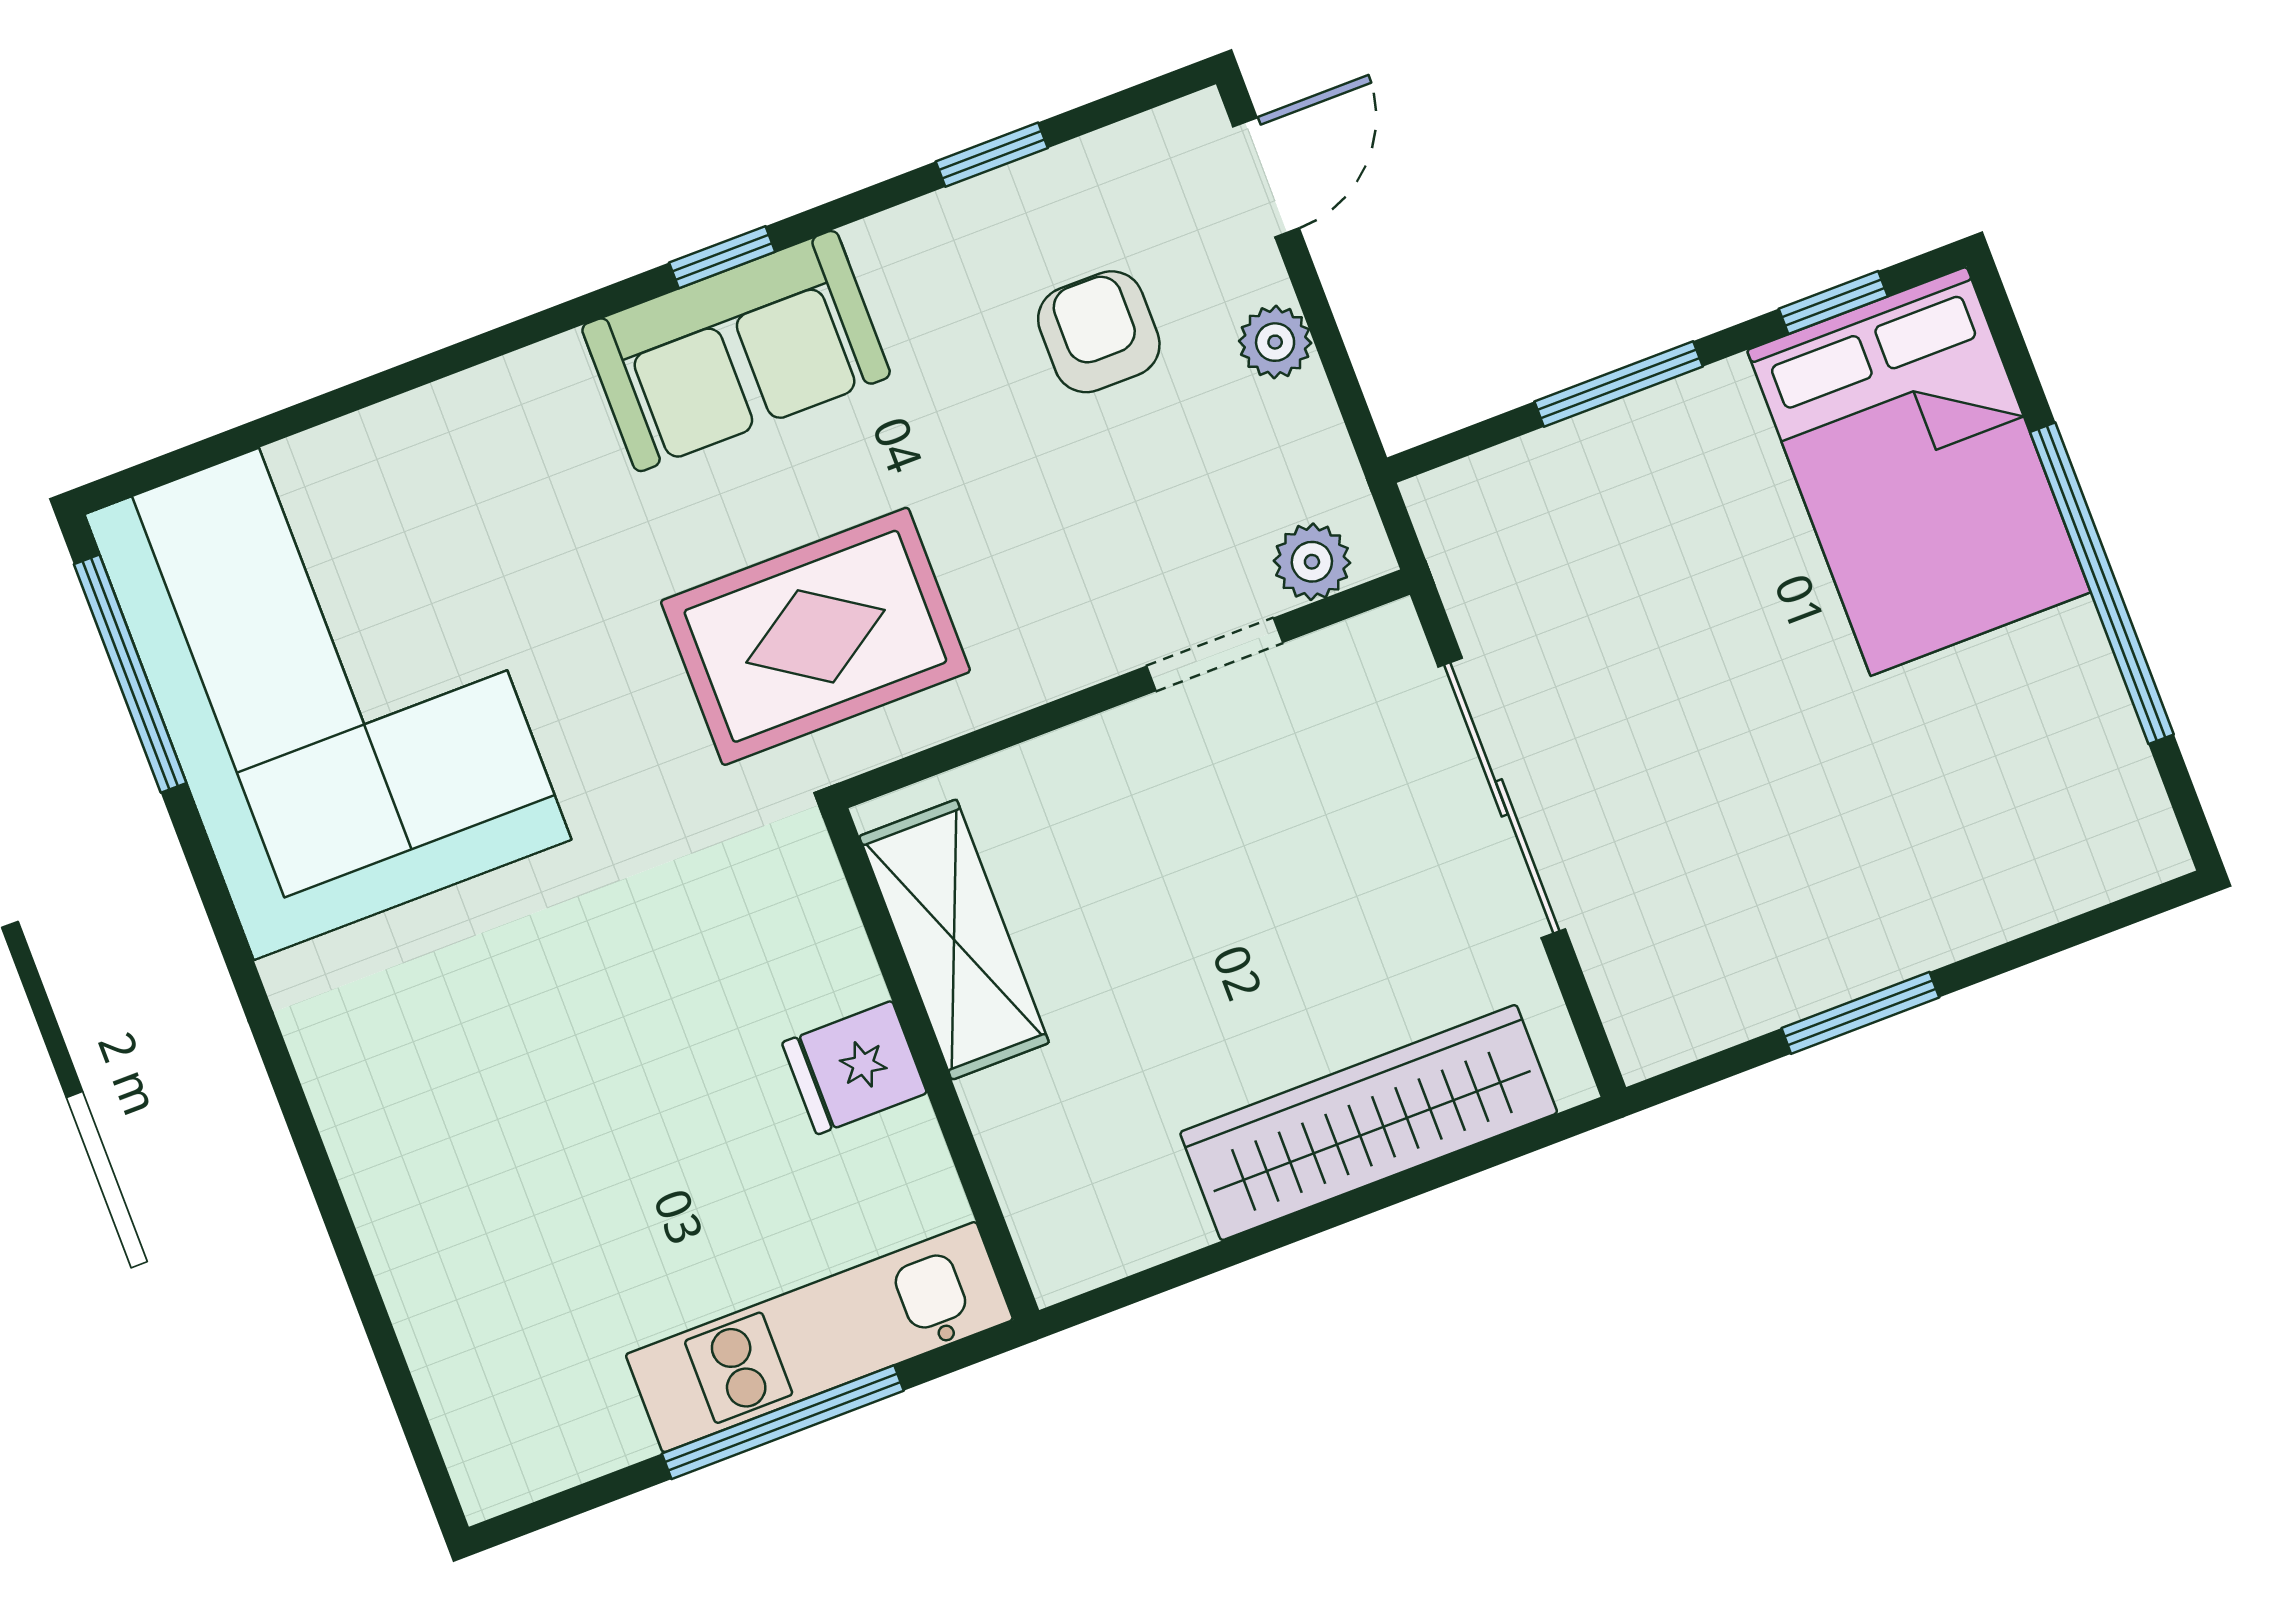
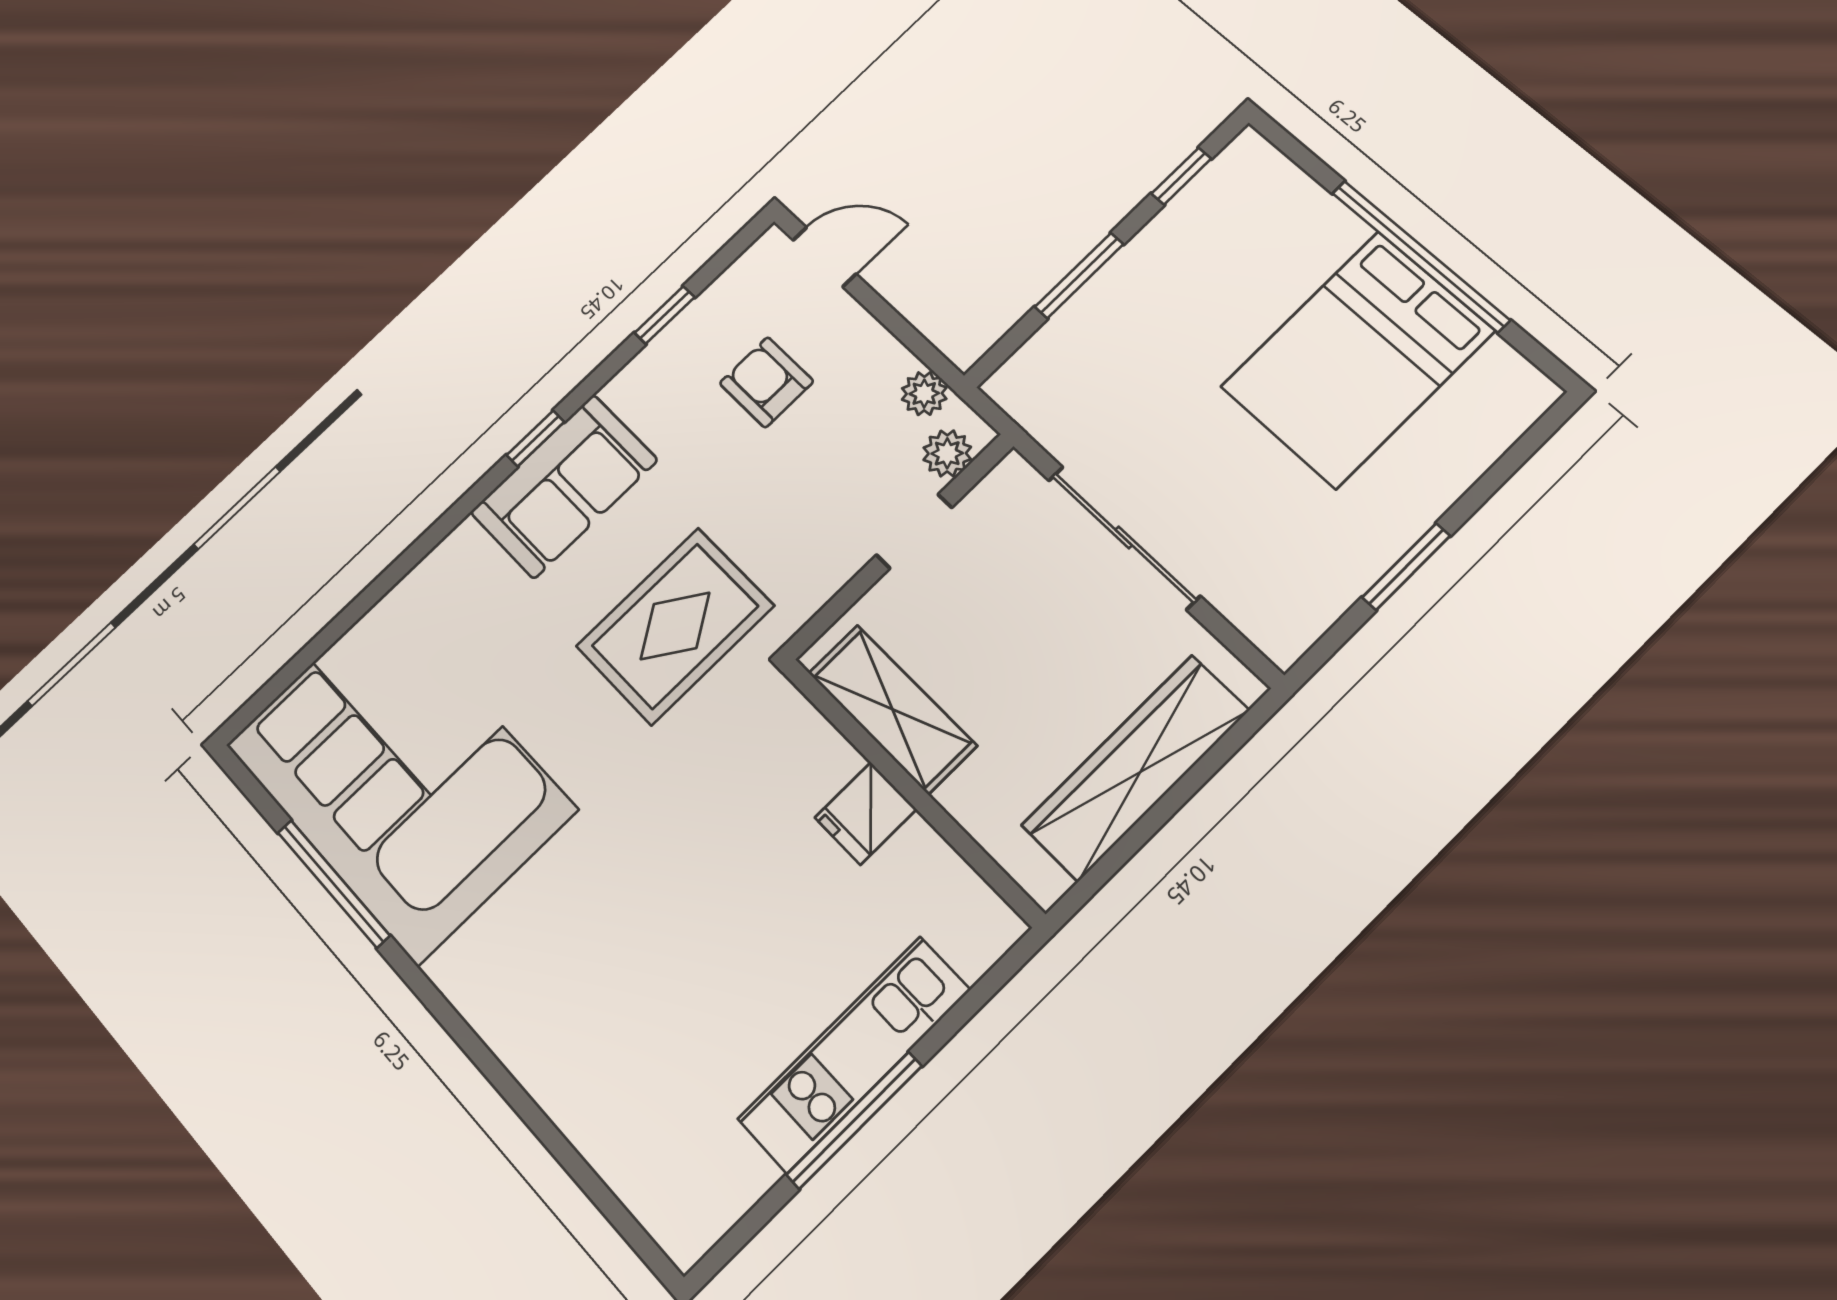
door: (1266, 177) -> (824, 257), hinge flipped
plant: (1275, 342) -> (924, 394), moved
bed: (1919, 471) -> (1357, 359), moved, turned 90
window: (130, 674) -> (333, 884), moved
shelving: (954, 940) -> (892, 709), moved
wall: (931, 1064) -> (911, 790), moved
fridge: (854, 1068) -> (866, 813), moved

